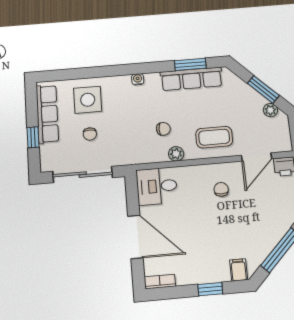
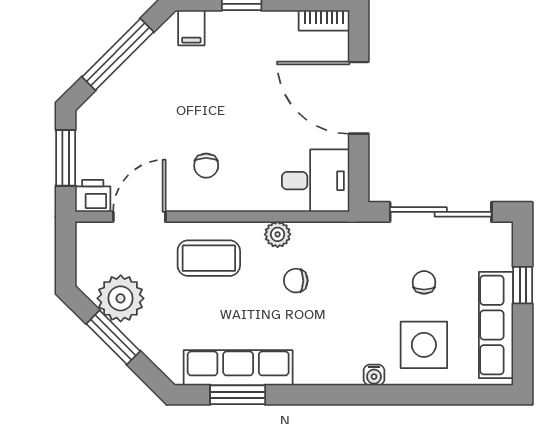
water cooler: (138, 79) -> (374, 375), moved
plant: (270, 110) -> (121, 298), width x1.88, depth x1.88

